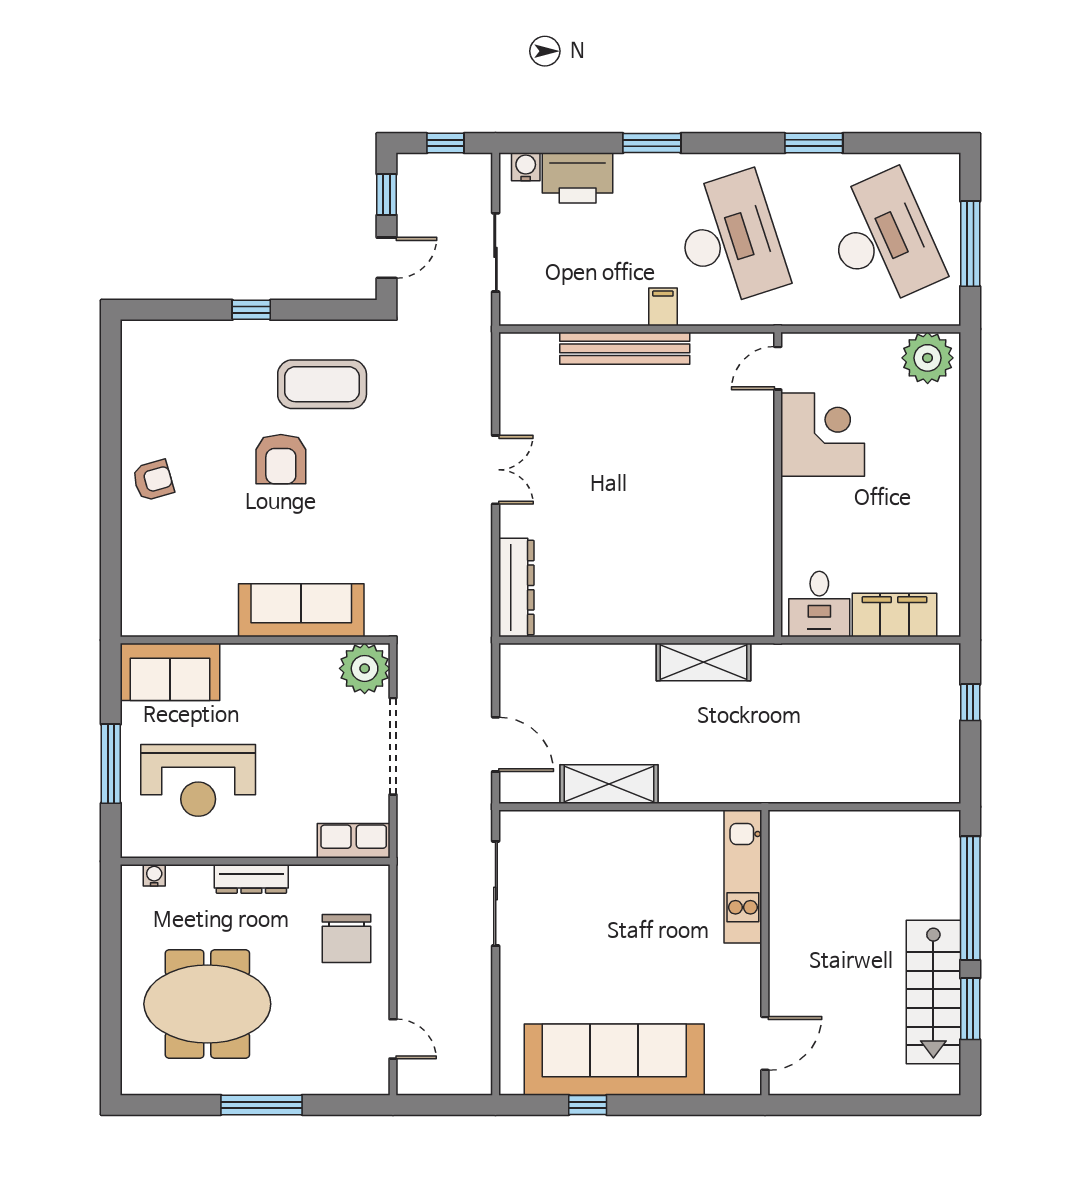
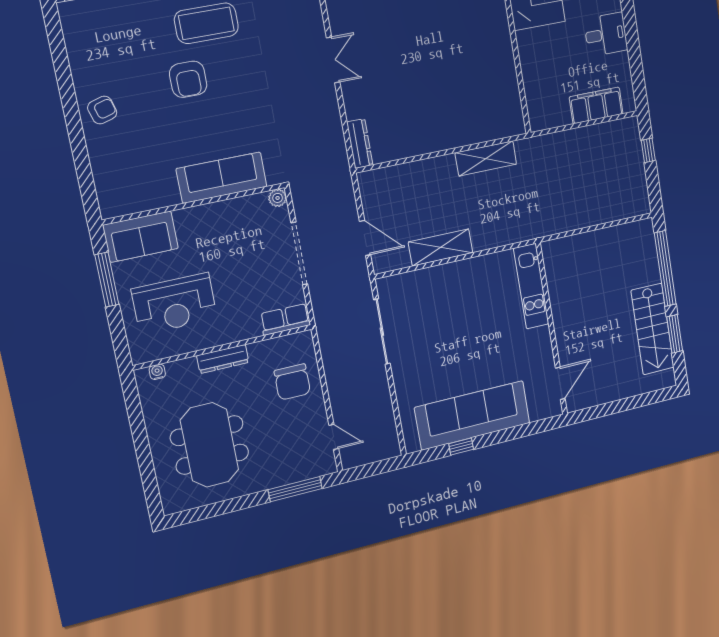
dresser: (516, 588) -> (360, 144), width x0.73, depth x0.80
desk: (819, 604) -> (606, 34), moved, turned -90
plant: (365, 668) -> (278, 198), width x0.53, depth x0.53
window: (111, 764) -> (107, 280), moved
meeting table: (207, 1004) -> (210, 445), turned 90
window: (261, 1105) -> (295, 489), moved

